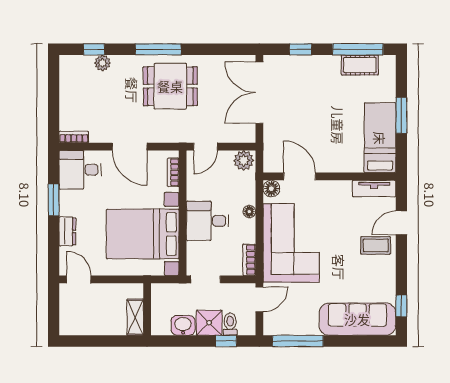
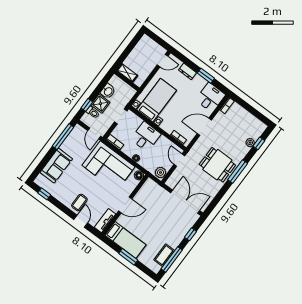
dining table: (170, 86) -> (217, 165), turned 90
door: (300, 176) -> (125, 205), moved
bed with nightstands: (143, 234) -> (157, 100), width x0.73
sofa: (357, 319) -> (56, 166), width x0.73

